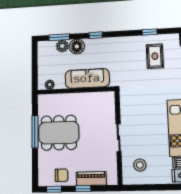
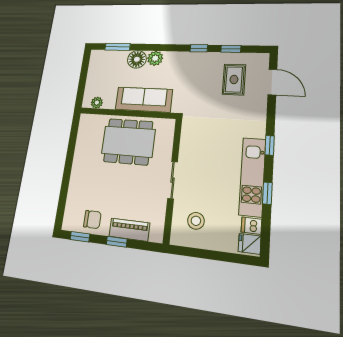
window: (96, 35) -> (199, 48), moved
plant: (62, 46) -> (155, 58), moved
window: (35, 132) -> (69, 159), removed
dining table: (59, 133) -> (128, 142), moved

